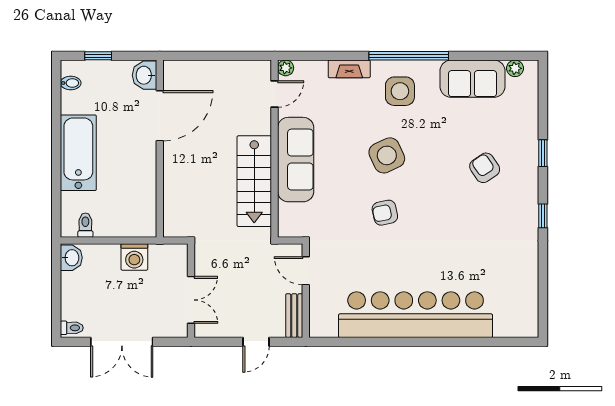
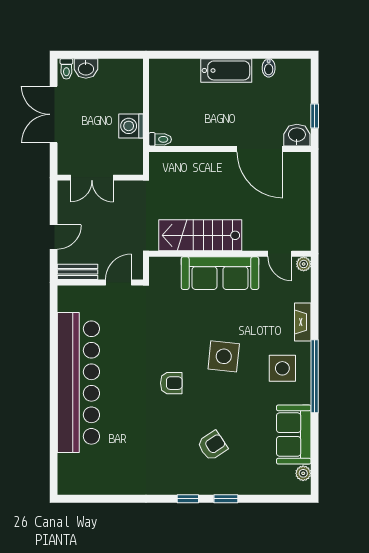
window: (98, 56) -> (315, 116), moved
bidet: (71, 83) -> (269, 68), moved
bathtub: (78, 153) -> (226, 70), width x0.73, depth x0.73
side table: (387, 155) -> (224, 356), turned 31
armchair: (385, 213) -> (171, 383), moved, turned 102
window: (543, 216) -> (188, 499), moved
toilet: (85, 225) -> (160, 139), moved
washbasin: (71, 258) -> (86, 68), moved
door: (256, 342) -> (54, 237), swing flipped

